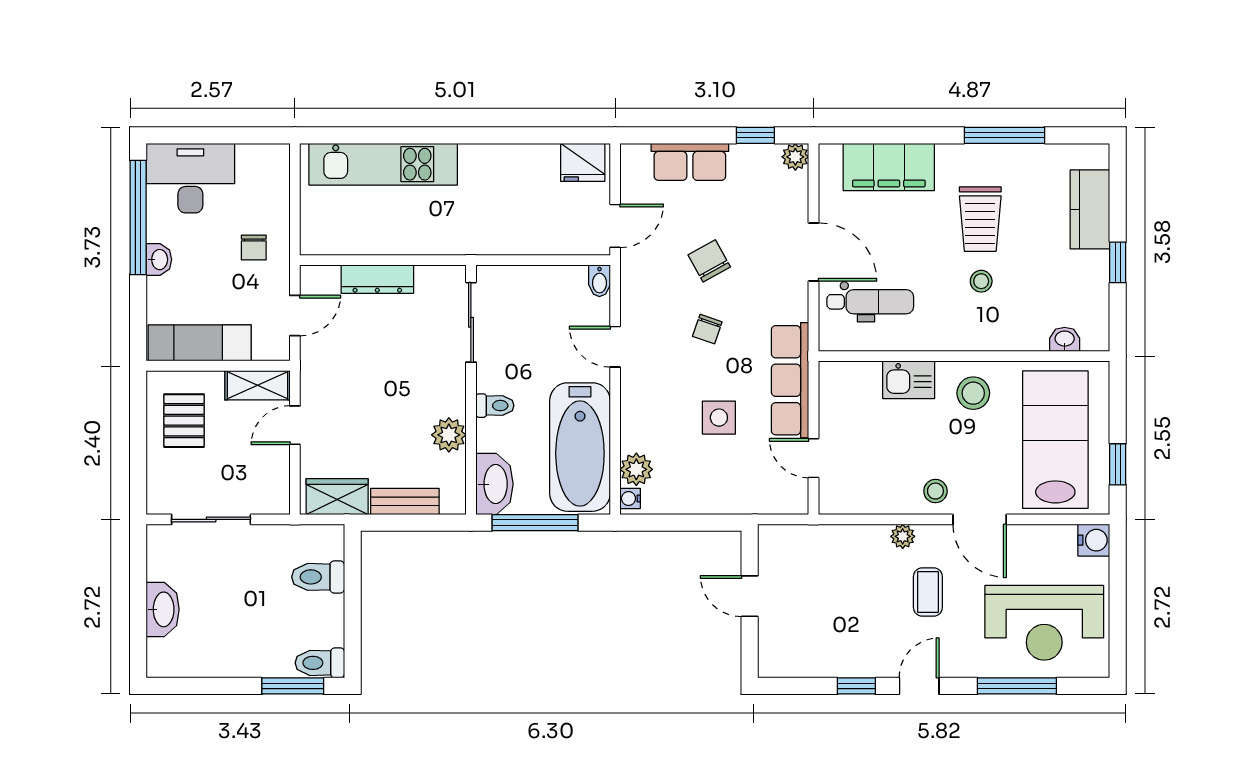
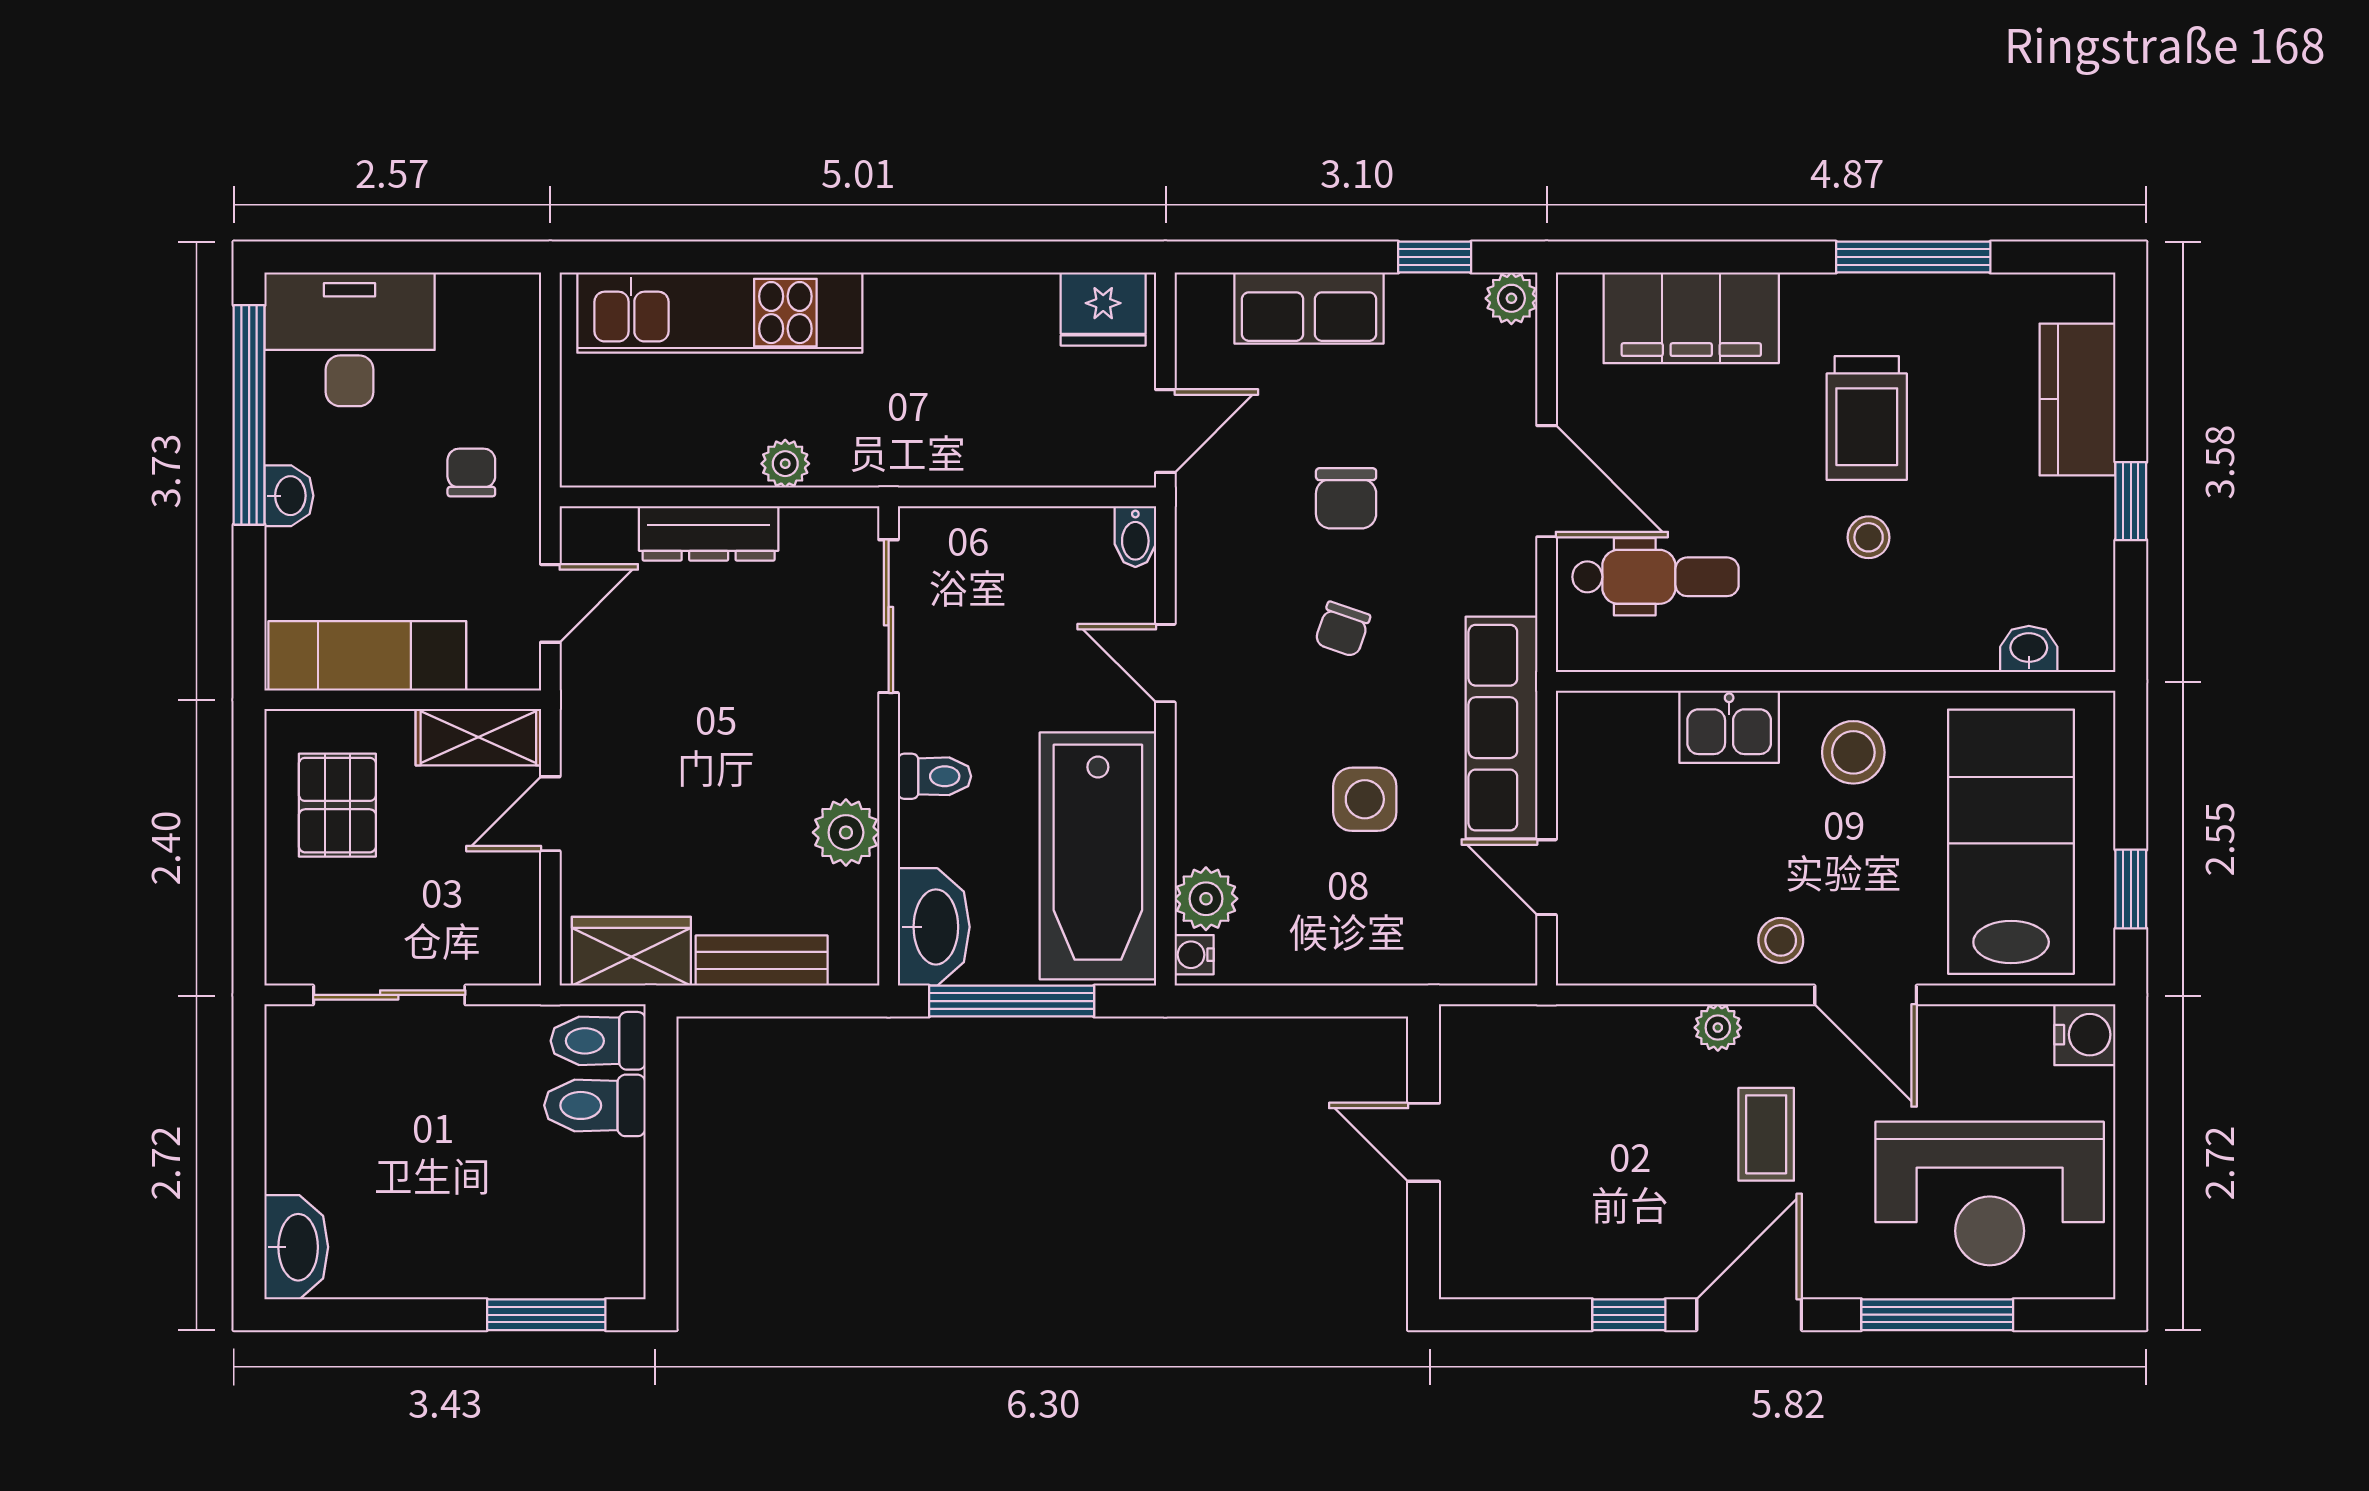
plant: (417, 243) -> (785, 464), added
chair: (254, 247) -> (471, 472), turned 180
chair: (709, 261) -> (1346, 498), turned -151
washbasin: (163, 609) -> (296, 1247), moved
toilet: (320, 663) -> (598, 1041), moved
door: (919, 686) -> (1749, 1315), width x1.38

